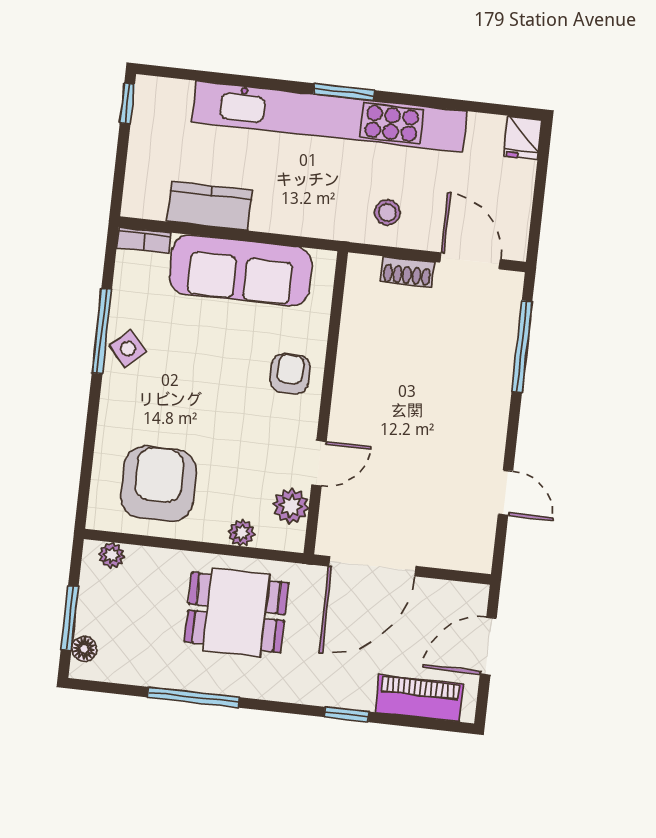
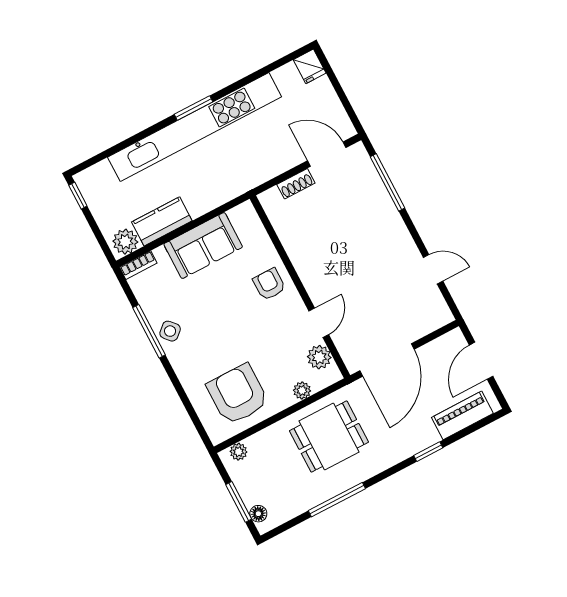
plant: (148, 200) -> (125, 242), added
stool: (387, 212) -> (263, 159), removed
sofa: (241, 270) -> (203, 246), width x0.73

